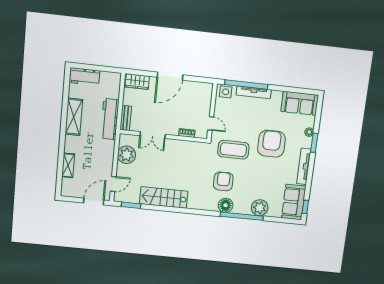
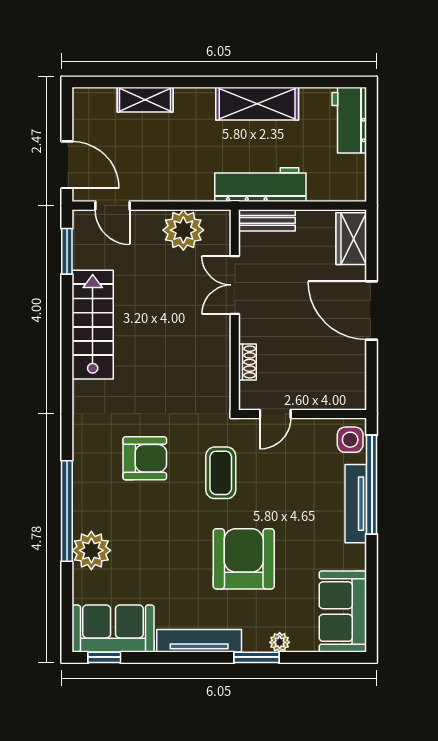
armchair: (271, 144) -> (244, 559), turned -90
coffee table: (233, 150) -> (221, 473), width x0.73, depth x0.76
floor lamp: (226, 205) -> (89, 470), removed

